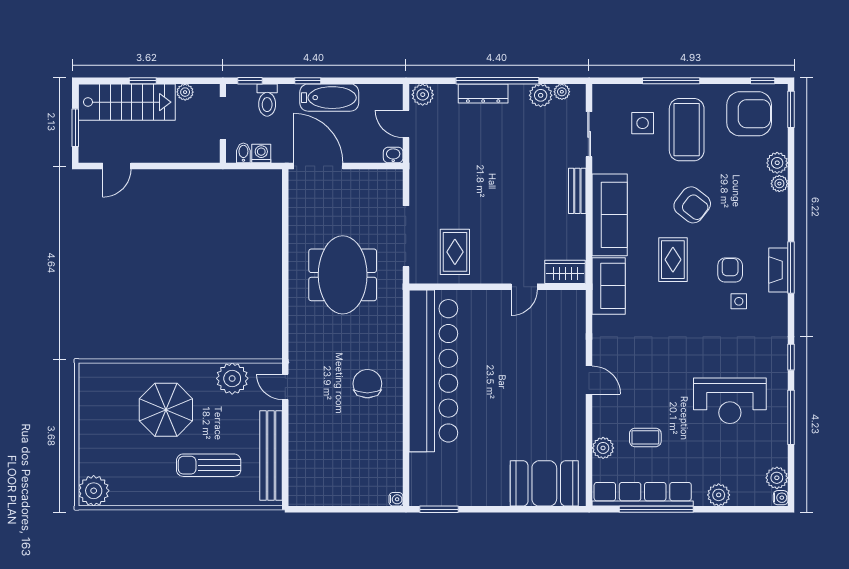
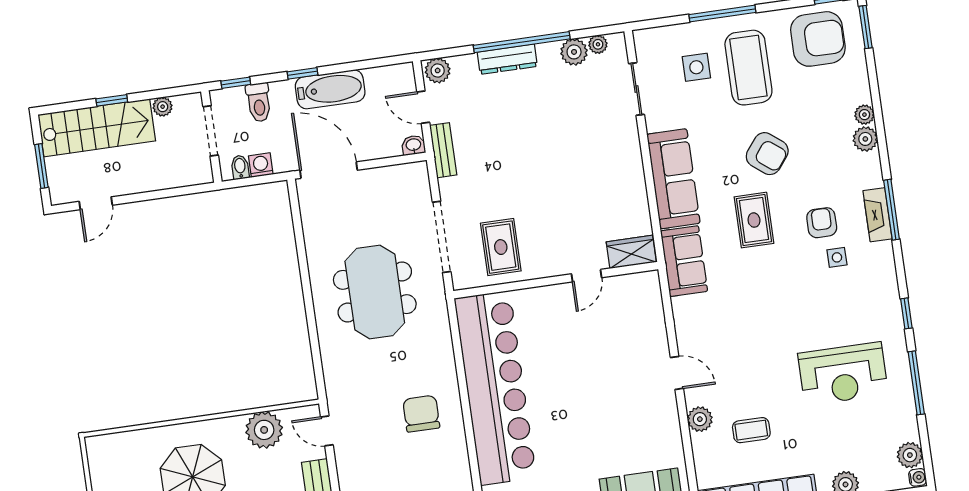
plant: (777, 163) -> (865, 139), moved
bench: (577, 191) -> (443, 150), moved
plant: (603, 448) -> (700, 419), moved

